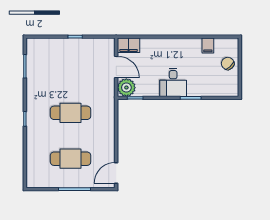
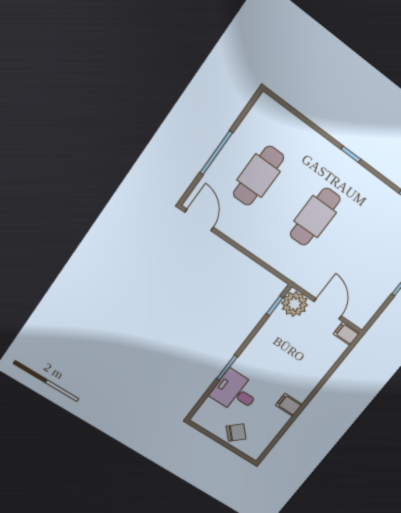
filing cabinet: (129, 45) -> (346, 334), width x0.50
filing cabinet: (208, 45) -> (289, 405), moved
door: (116, 67) -> (328, 309), swing flipped
desk: (173, 82) -> (235, 392), moved

